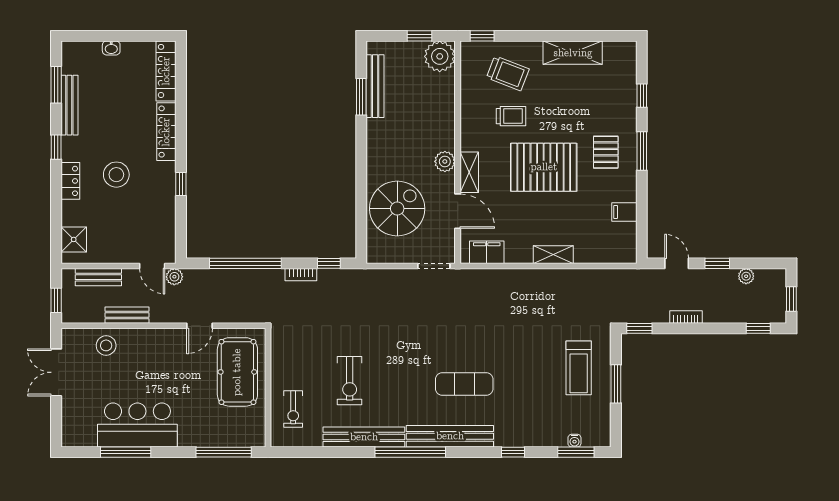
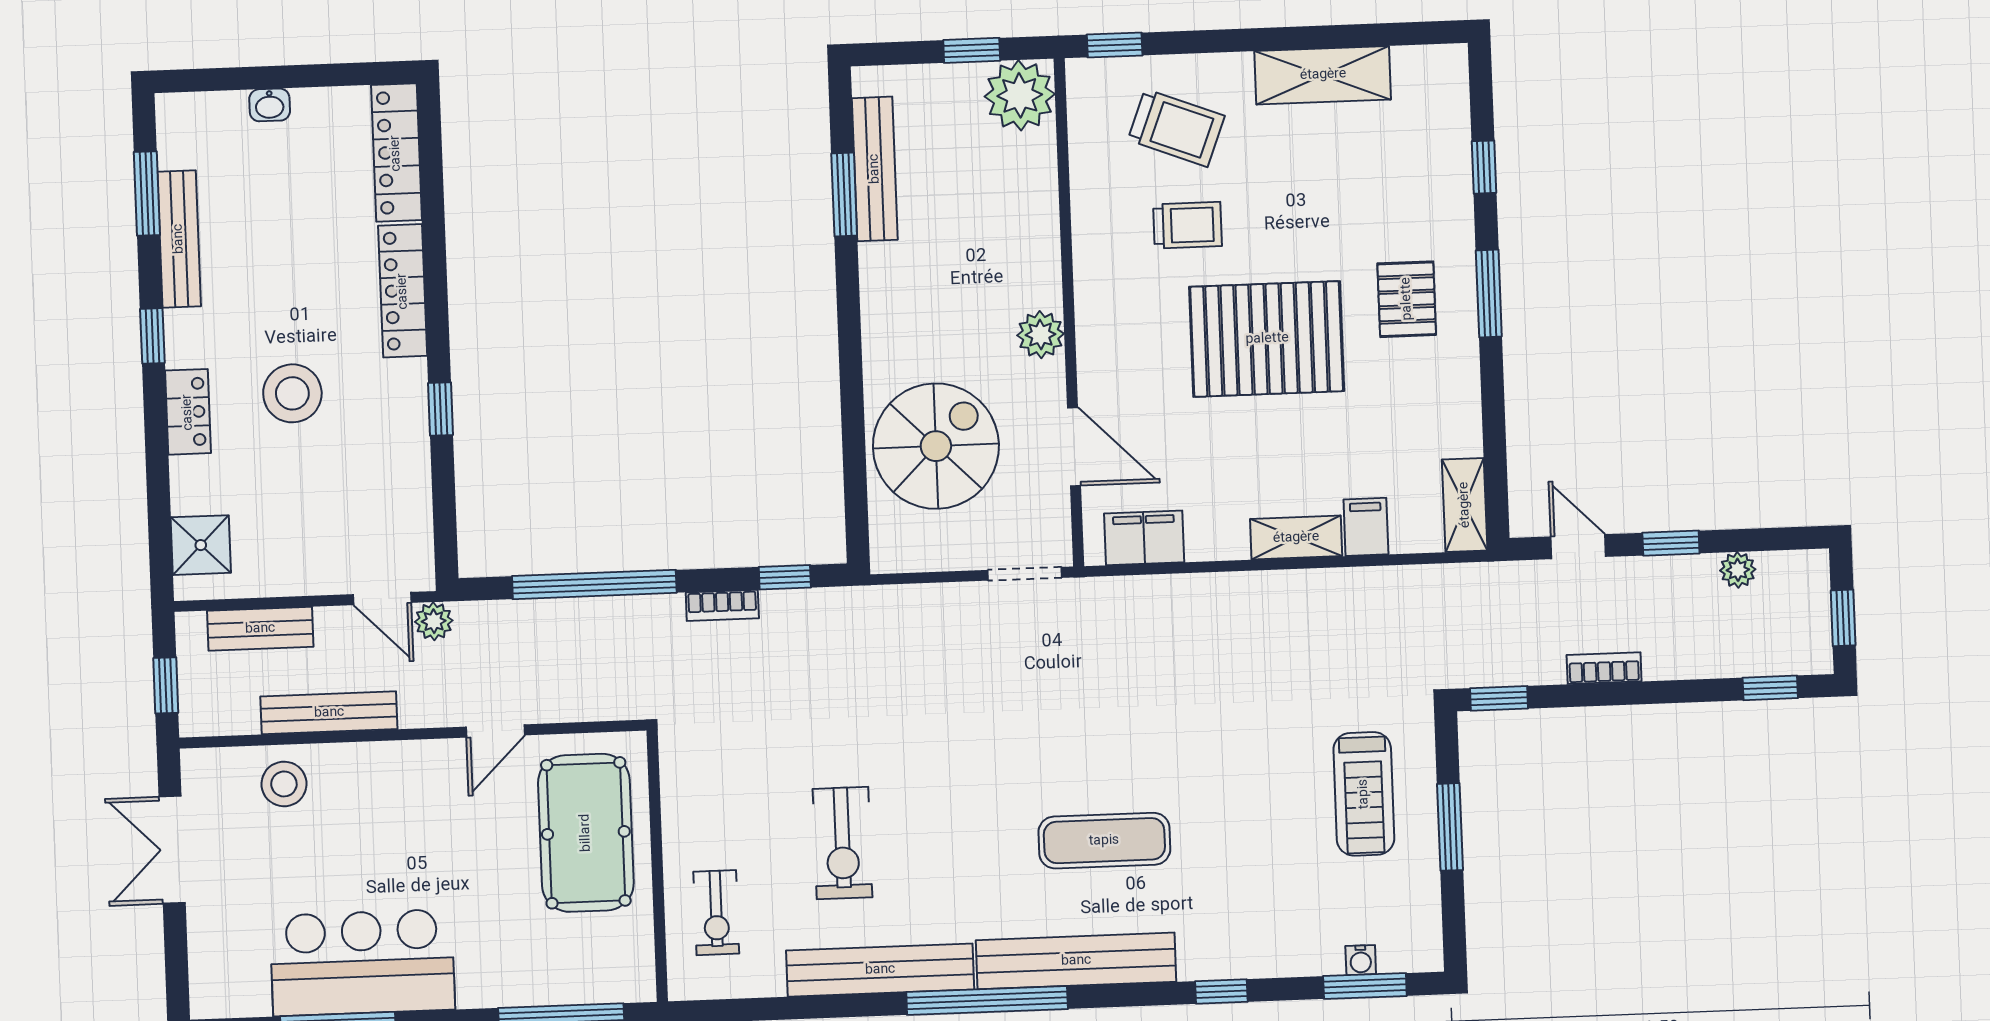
shelving: (469, 172) -> (1465, 505), moved
filing cabinet: (624, 212) -> (1366, 527), moved, turned 90
bench: (127, 315) -> (329, 713), width x1.36

